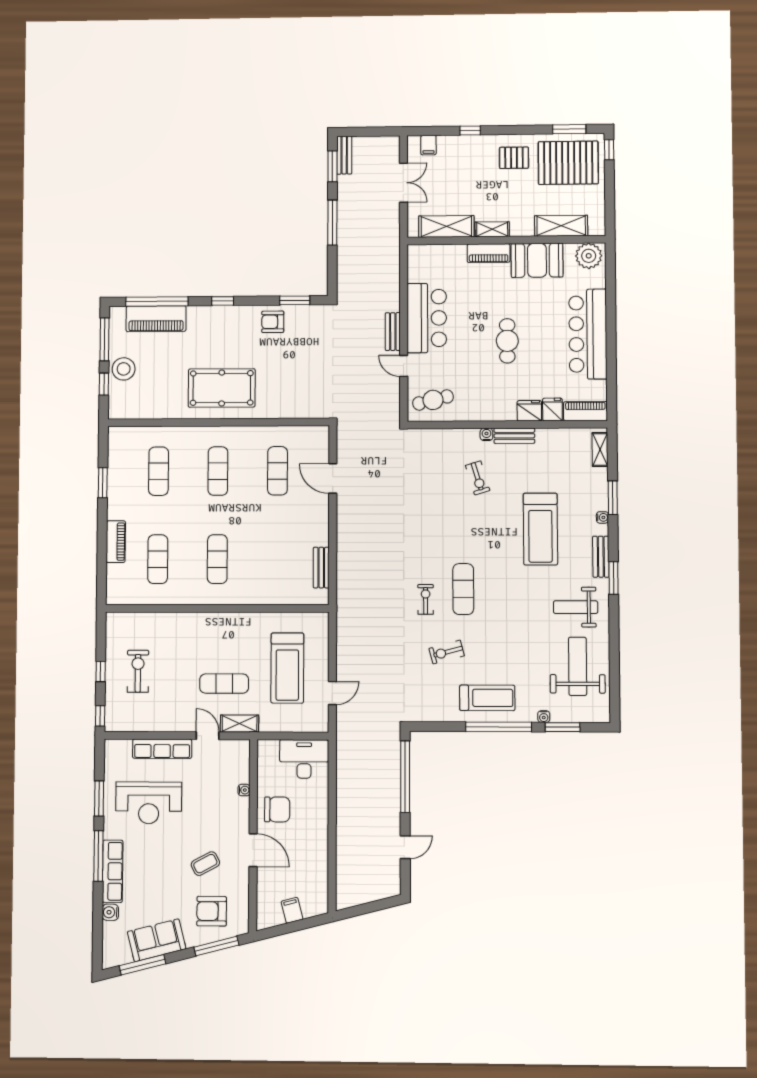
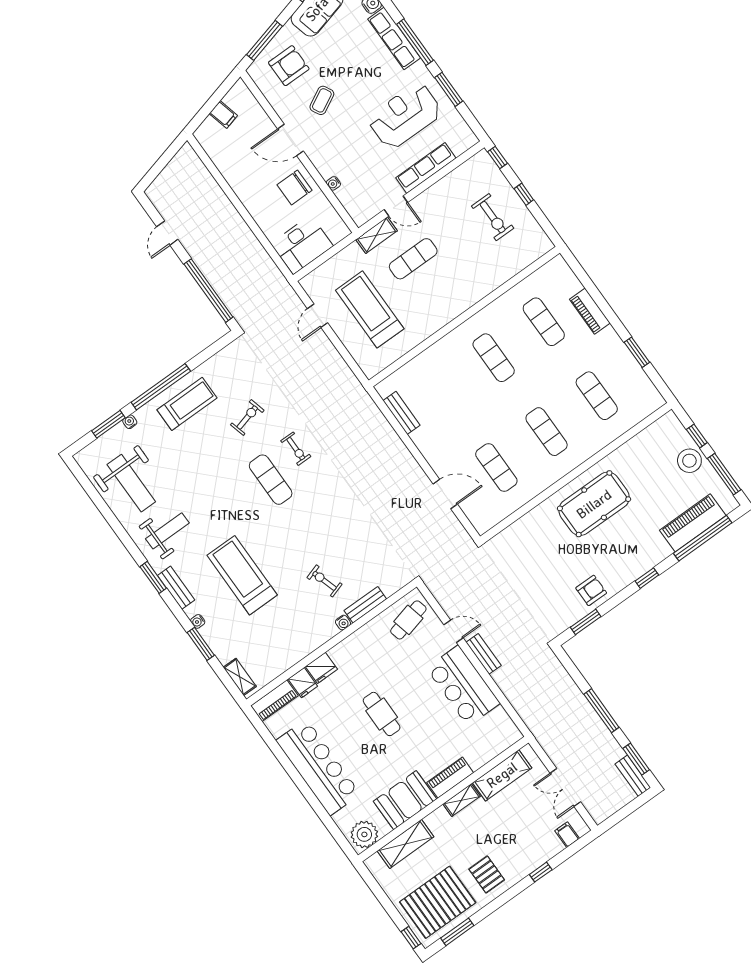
pallet: (514, 158) -> (487, 874), turned 90
bench: (514, 436) -> (365, 605), moved
treadmill: (487, 698) -> (187, 404), turned 180

